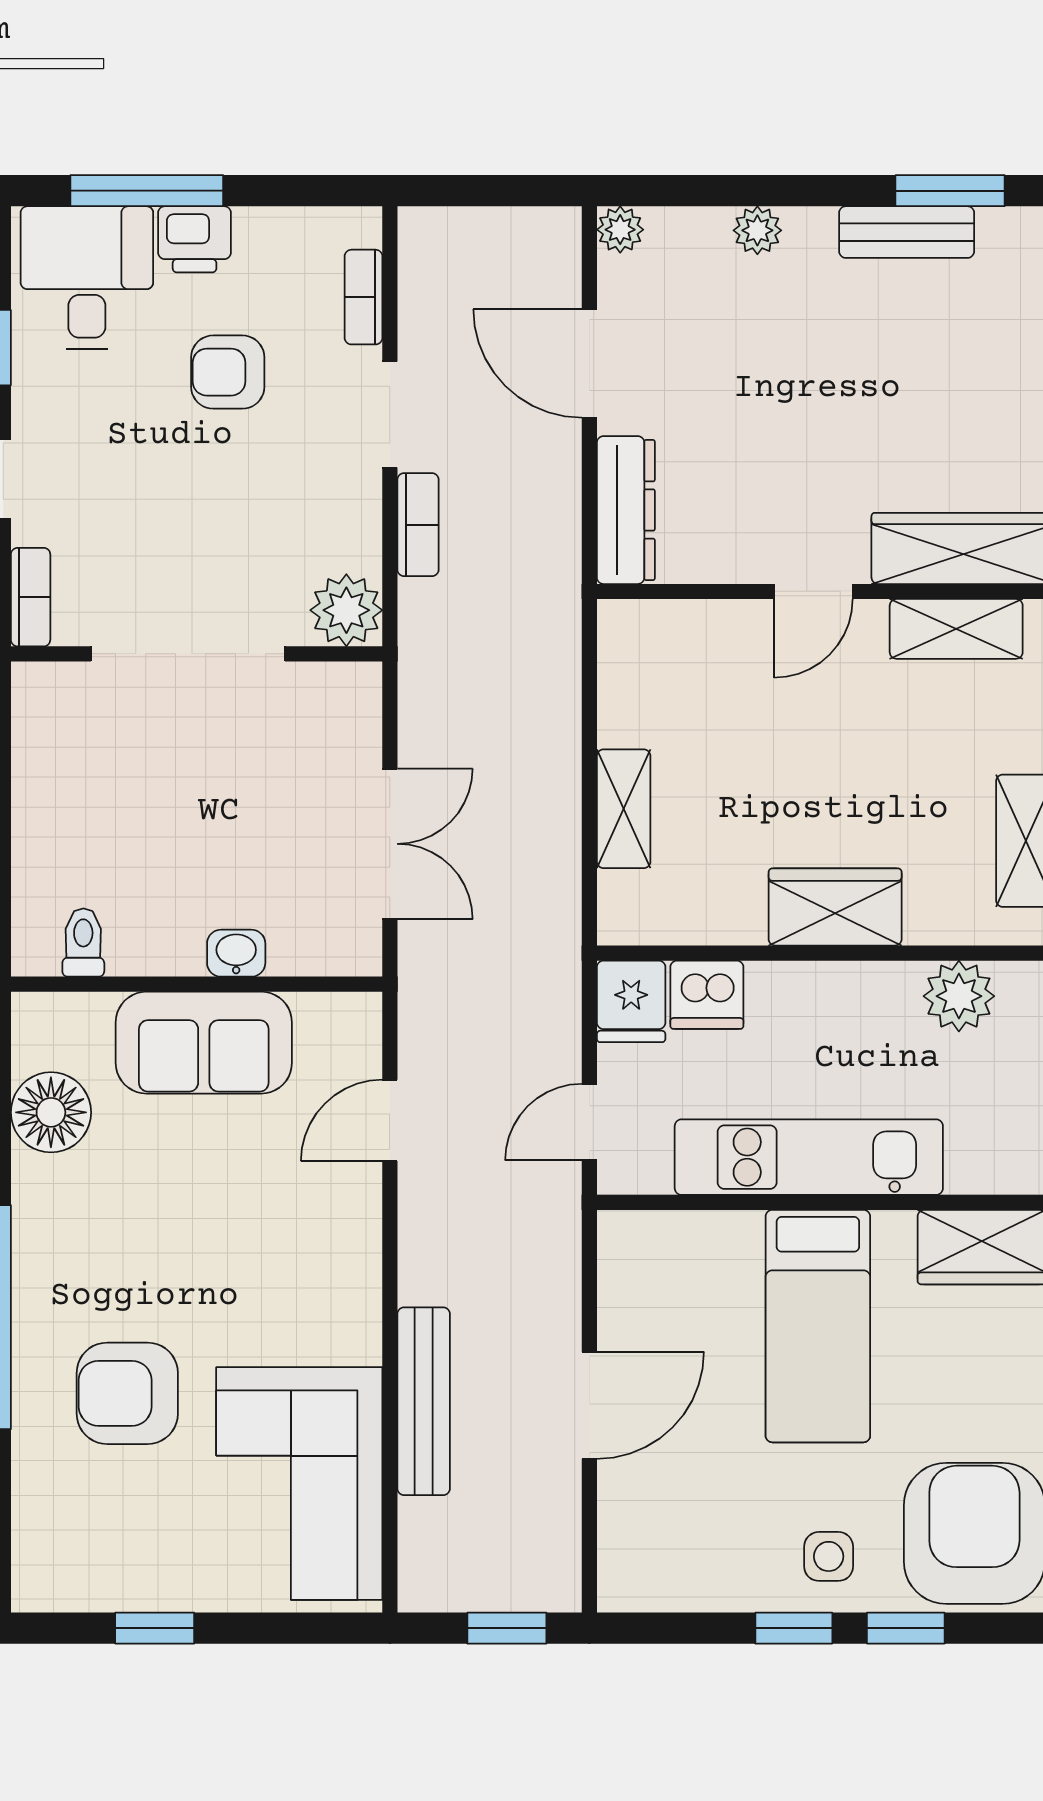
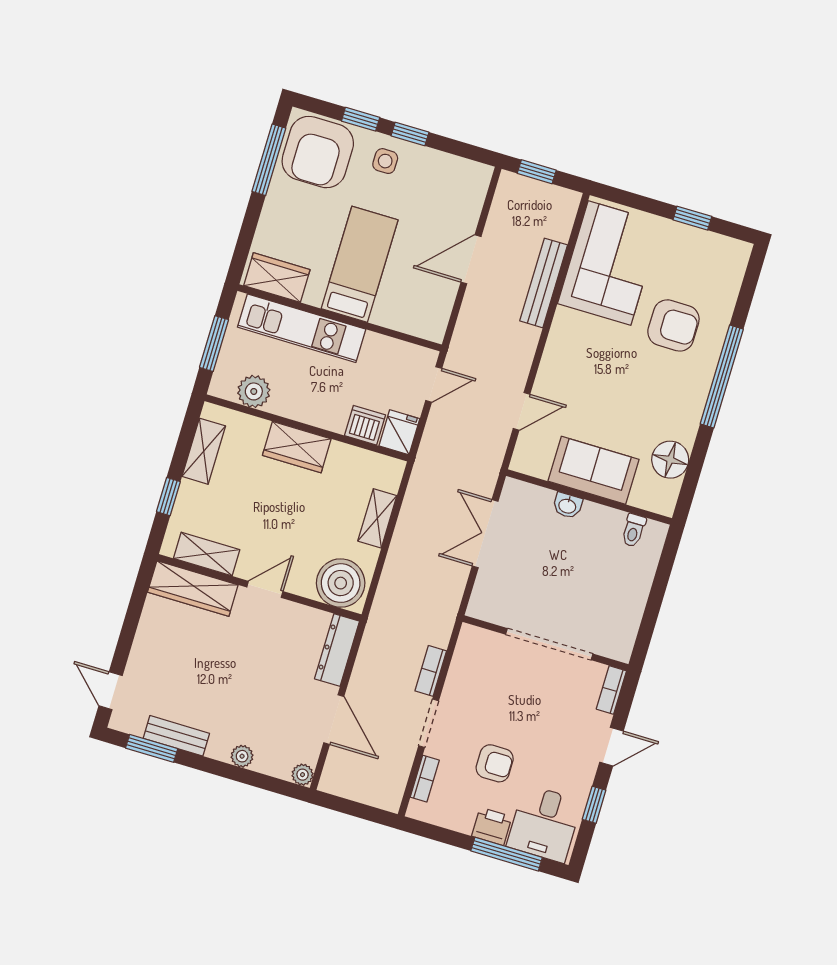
plant: (346, 610) -> (474, 643), removed
boiler: (660, 651) -> (341, 583), added
kitchen unit: (809, 1157) -> (302, 328), moved

